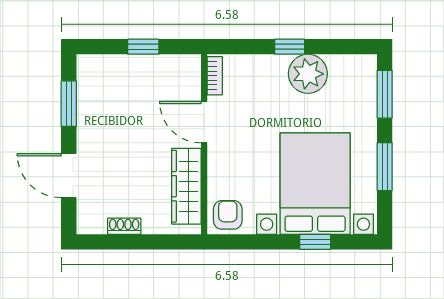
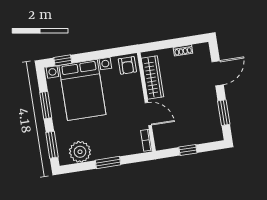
window: (290, 47) -> (108, 163), width x1.50
plant: (308, 74) -> (80, 152), moved
door: (69, 176) -> (218, 73), hinge flipped
window: (315, 242) -> (63, 60), moved

